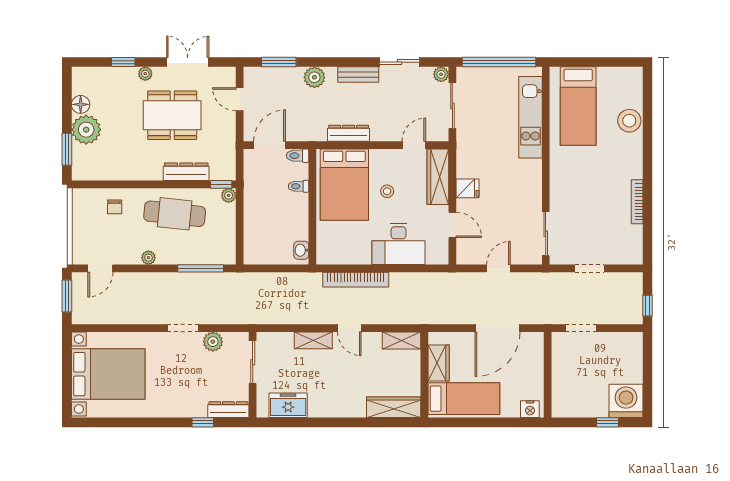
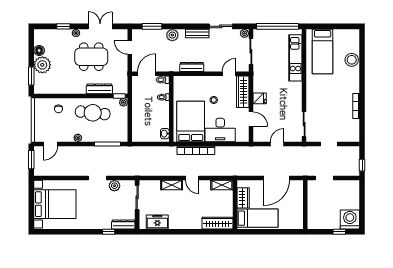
bed: (344, 185) -> (191, 121), moved, turned 180
nightstand: (530, 409) -> (295, 224), removed

